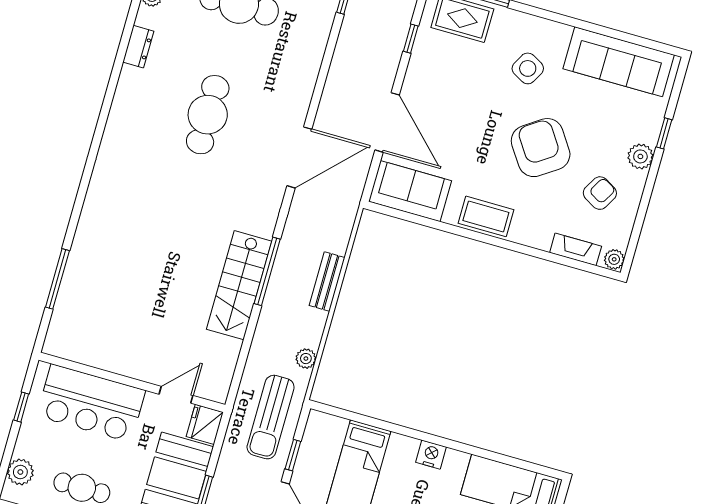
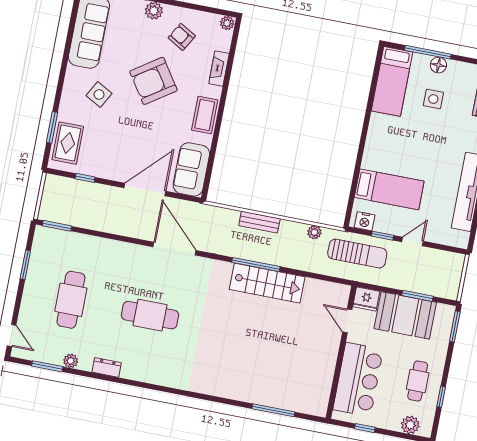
fireplace: (576, 249) -> (219, 69), moved
nightstand: (431, 455) -> (365, 221), moved, turned -90

